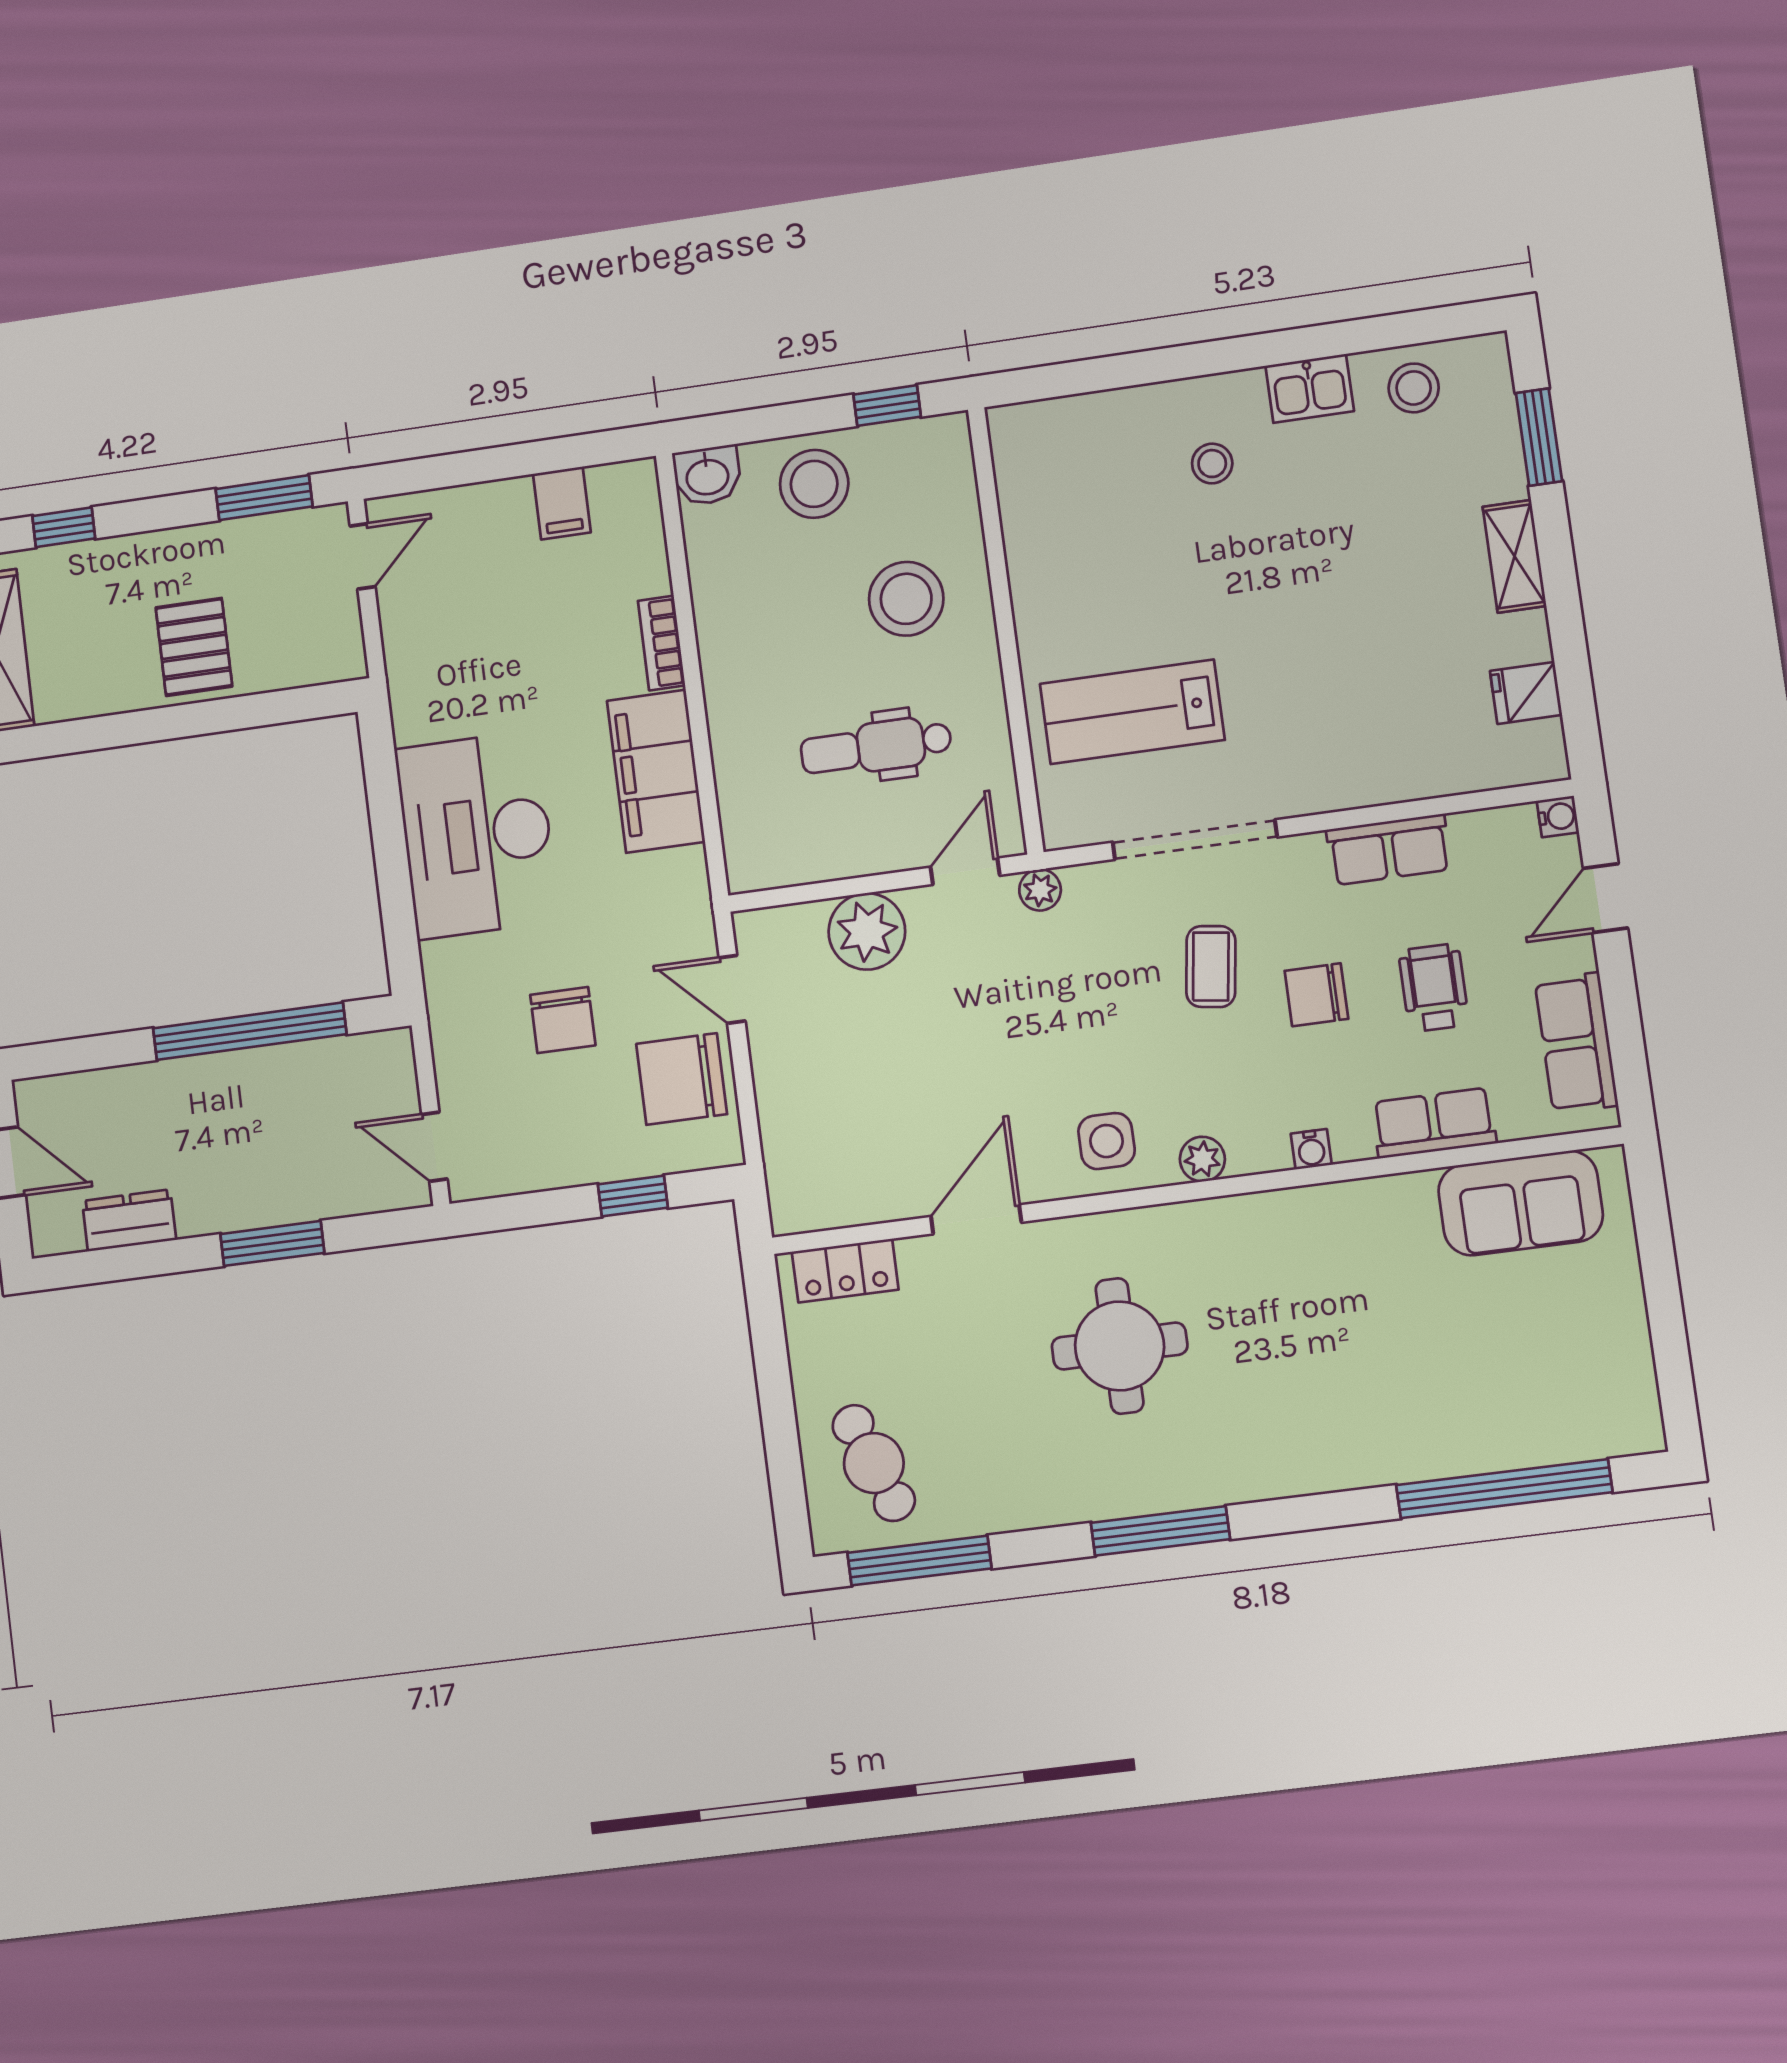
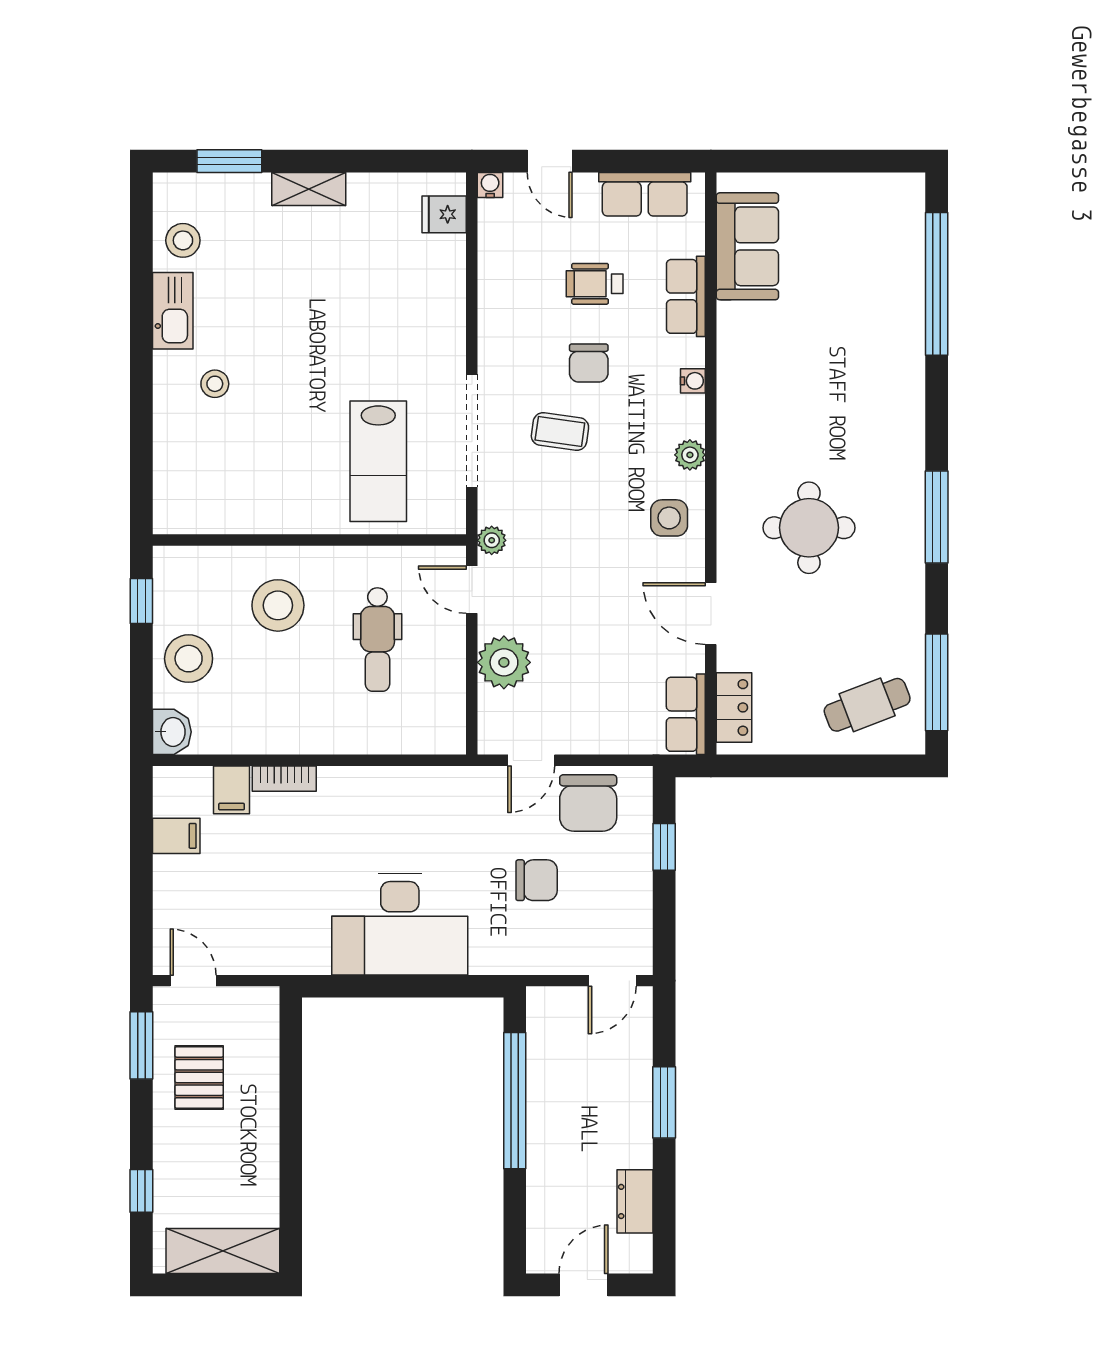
kitchen sink: (1310, 388) -> (173, 311), width x1.37
pallet: (194, 647) -> (199, 1077), moved, turned 90
fridge: (1526, 693) -> (444, 214), moved, turned 90
filing cabinet: (656, 771) -> (232, 790), moved, width x0.33, depth x0.86
row of seats: (1389, 850) -> (686, 714), moved, turned 180

